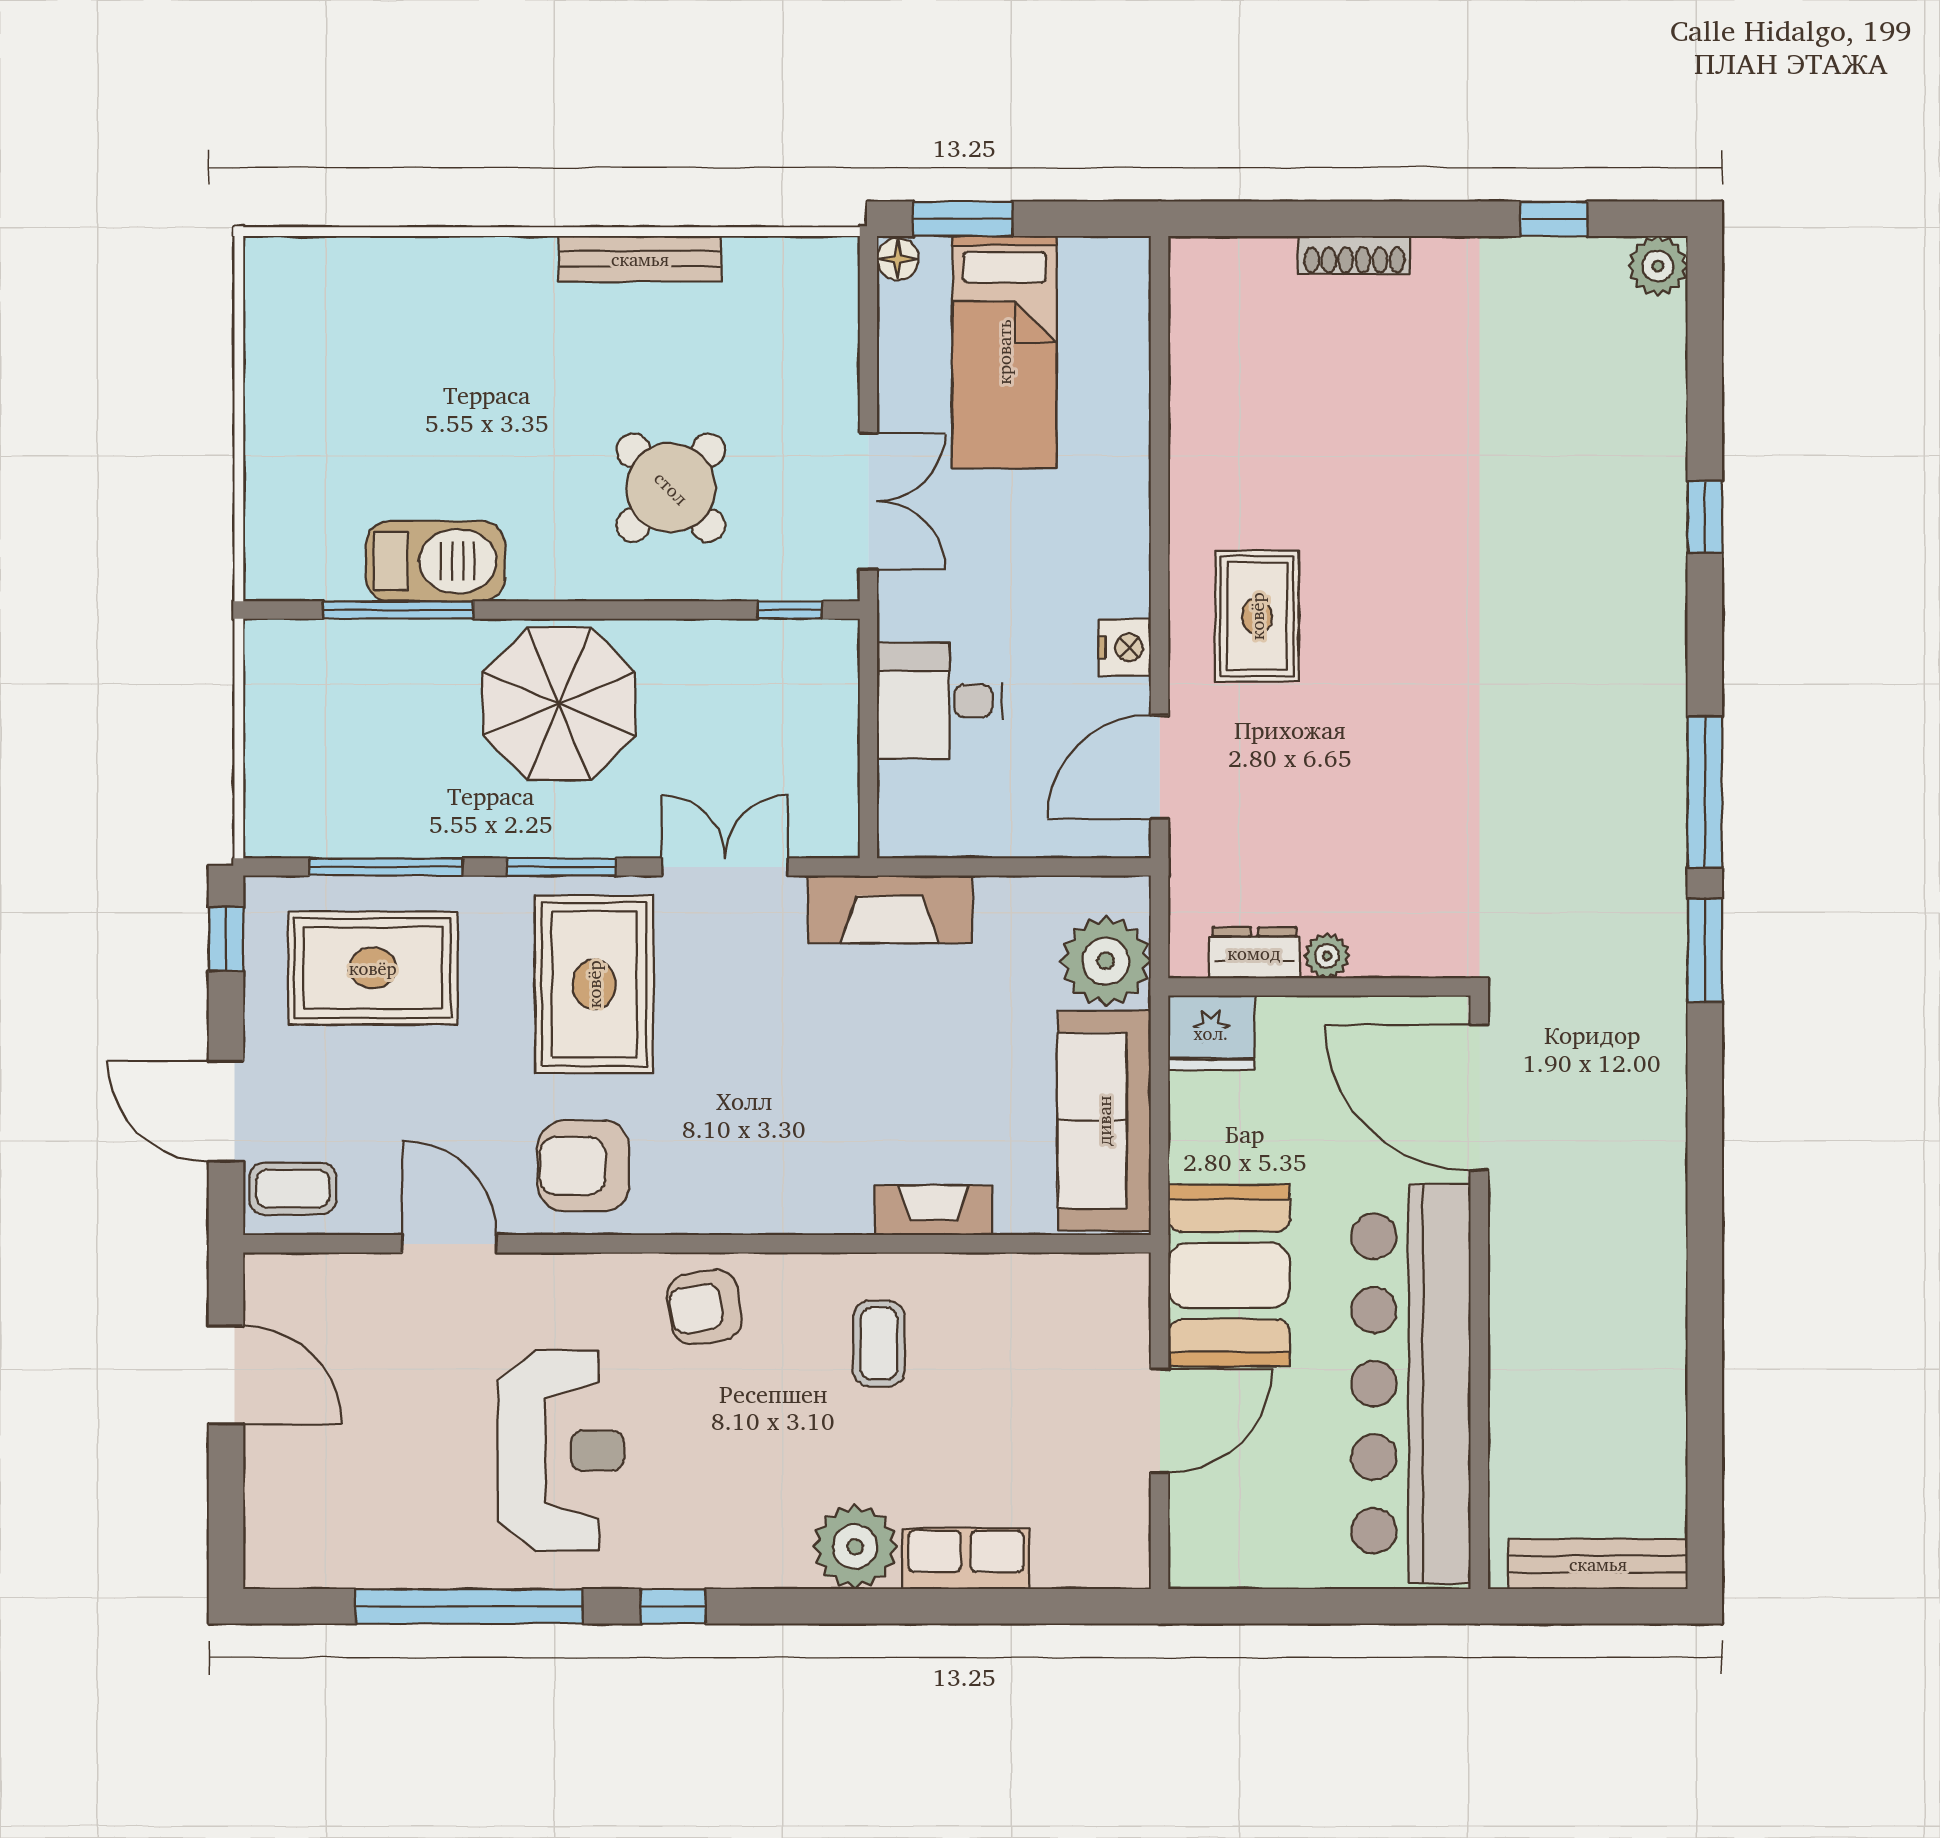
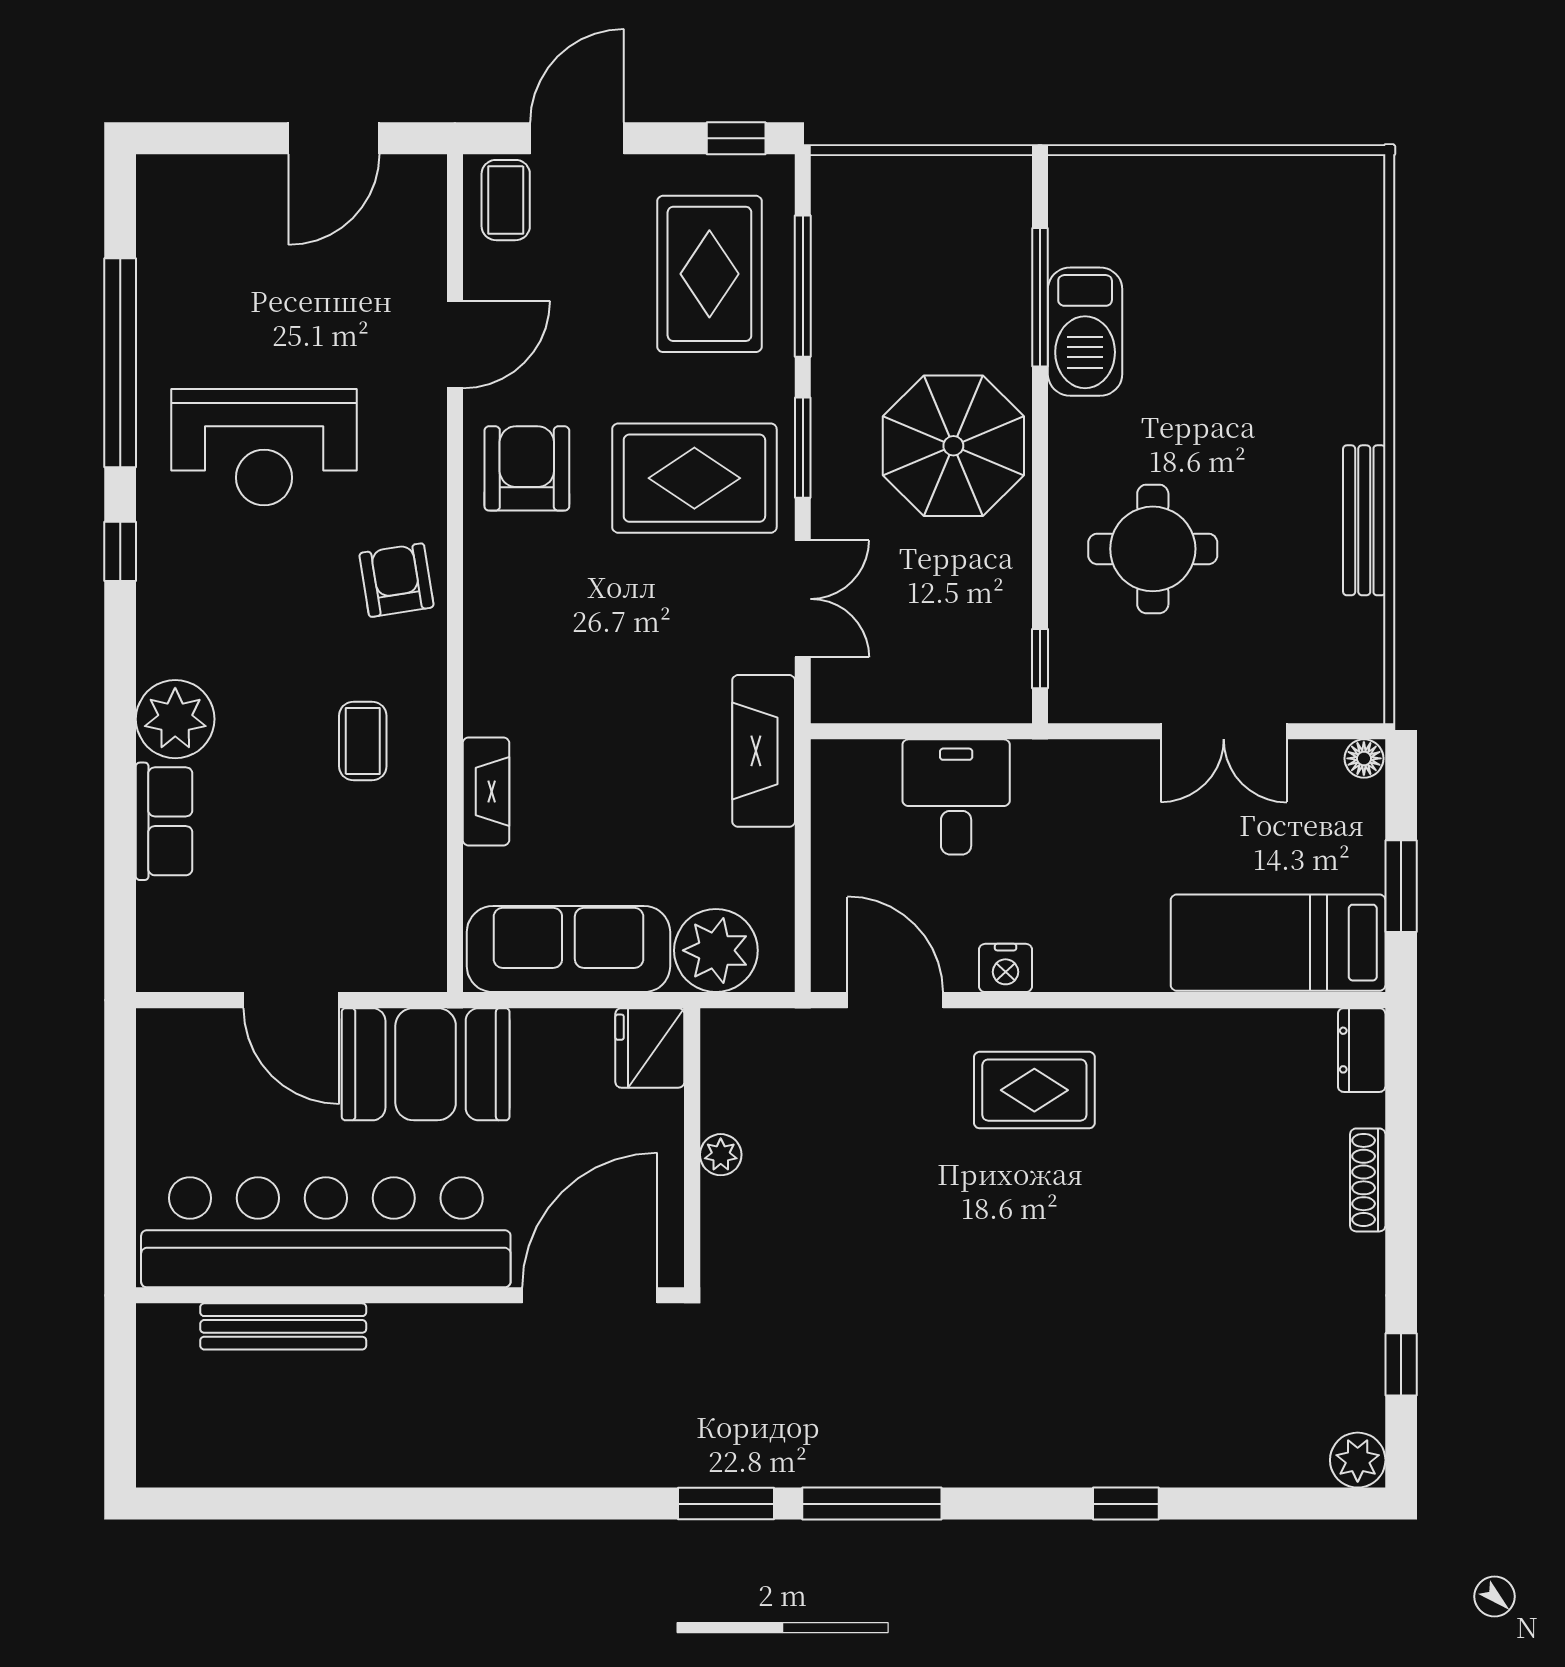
window: (963, 219) -> (1401, 886), moved
bed: (1004, 352) -> (1278, 943), moved
round table: (671, 488) -> (1153, 549), turned 45
double door: (868, 501) -> (1224, 731), moved
dresser: (1254, 953) -> (1362, 1050), moved, turned 180
coffee table: (879, 1344) -> (363, 741), turned 90
bench: (1598, 1564) -> (283, 1326), moved, turned 90

